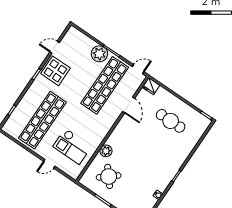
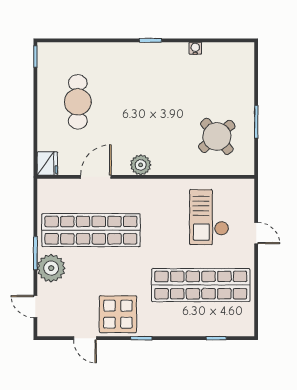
door: (138, 69) -> (35, 307), moved
checkout: (72, 146) -> (209, 217), turned 180
plant: (106, 151) -> (141, 165), moved

